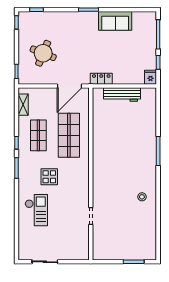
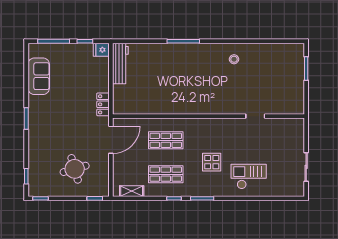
sofa: (115, 21) -> (39, 76), moved
round table: (43, 53) -> (75, 169), turned -38
door: (69, 86) -> (111, 140), hinge flipped
workbench: (122, 94) -> (120, 63), moved
shop shelf: (69, 135) -> (166, 140), width x0.70, depth x0.74

